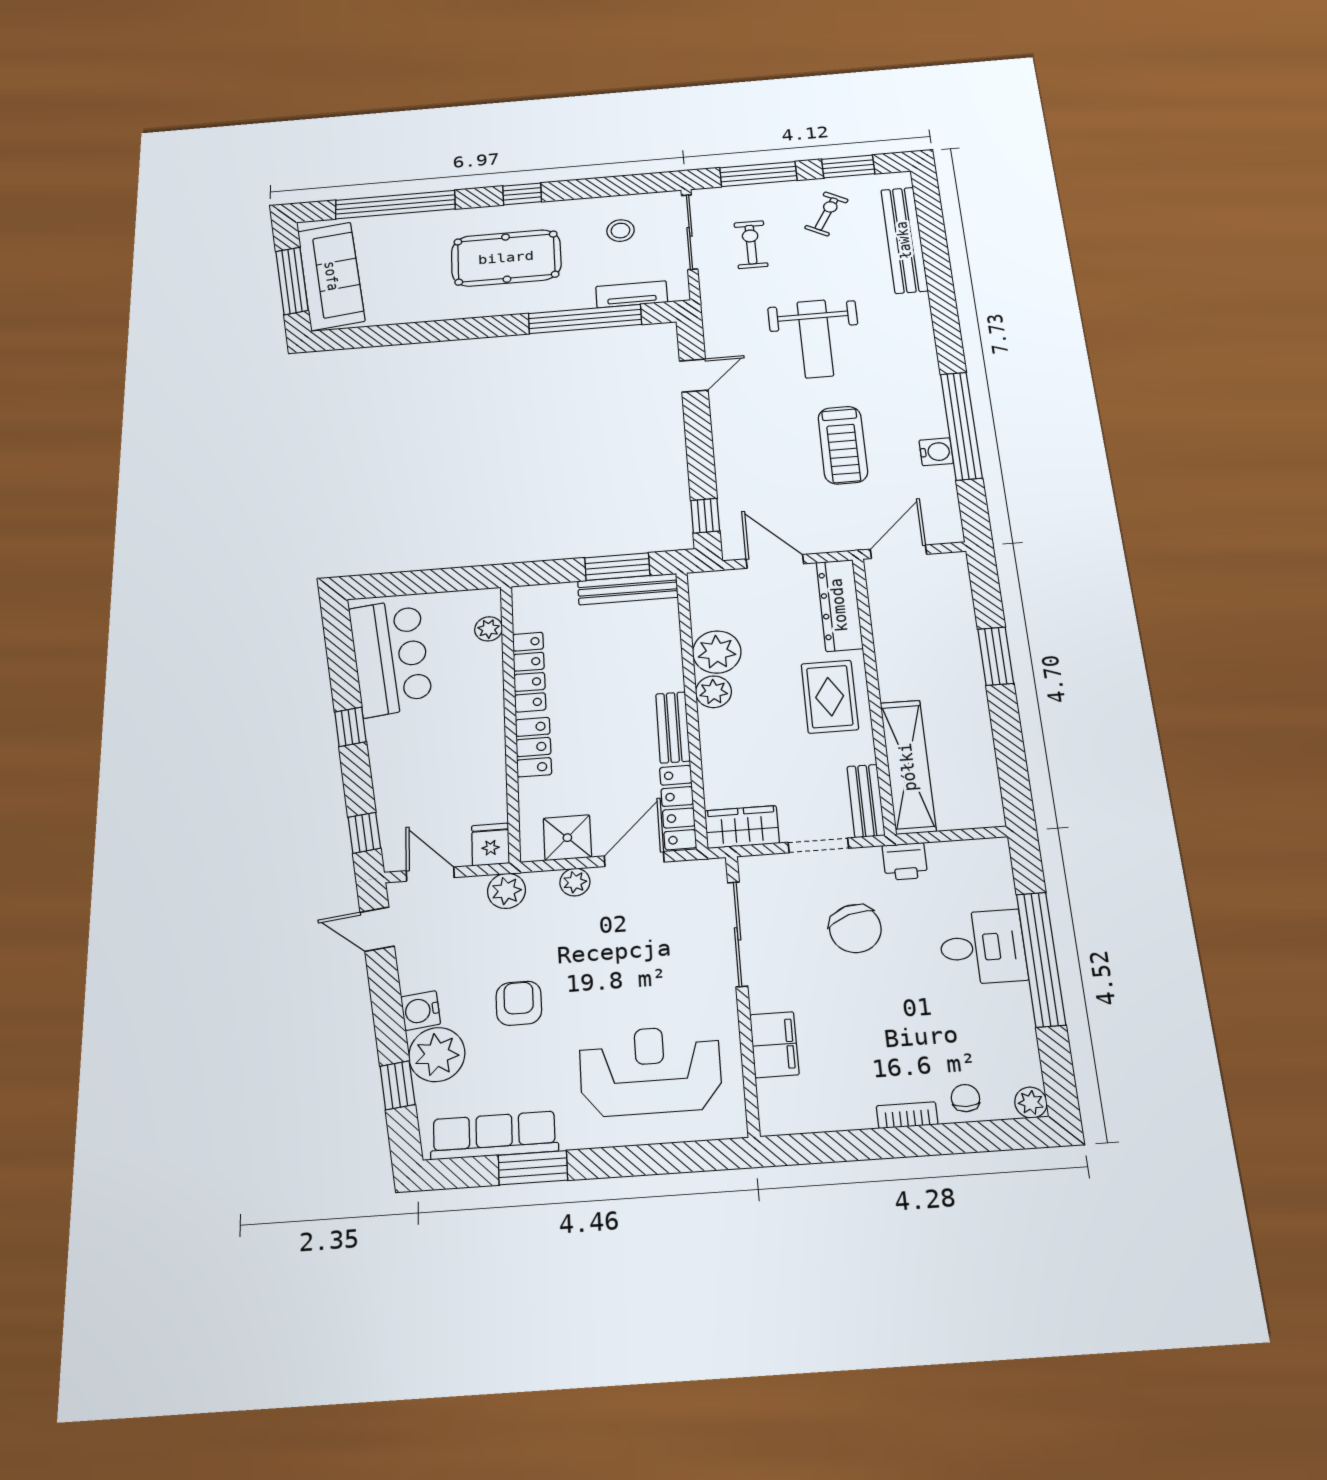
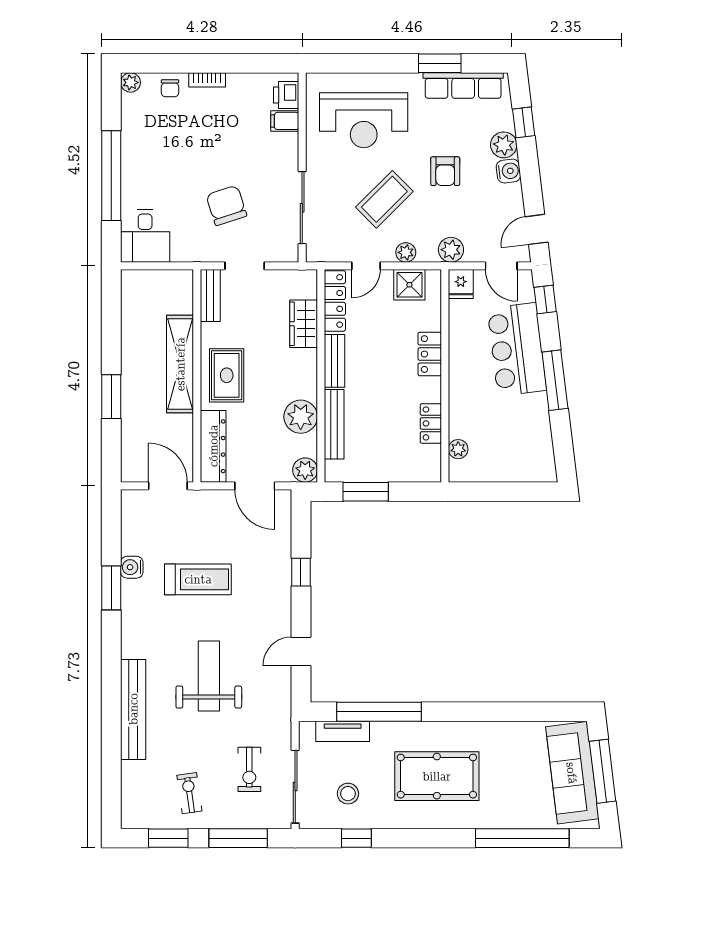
window: (522, 194) -> (356, 838), moved
exercise bike: (826, 214) -> (189, 793), turned 143
bench: (904, 240) -> (133, 709), moved
window: (961, 426) -> (111, 588), width x0.47
treadmill: (843, 445) -> (198, 579), turned 90
window: (705, 516) -> (301, 572), moved
door: (898, 552) -> (168, 486), swing flipped
bench: (628, 589) -> (334, 424), moved, turned 90
bar counter: (391, 657) -> (517, 349), moved
locker: (529, 672) -> (431, 423), width x0.66
plant: (714, 692) -> (305, 470), moved
window: (350, 727) -> (555, 380), width x2.17
shelving: (908, 767) -> (180, 364), moved
wardrobe: (742, 827) -> (304, 324), moved, turned 90
door: (634, 859) -> (366, 266), width x0.73
printer: (905, 861) -> (286, 95), moved, turned -90
door: (377, 929) -> (537, 229), swing flipped
desk: (983, 947) -> (145, 236), moved, turned -90
coffee table: (611, 955) -> (384, 199), added
filing cabinet: (774, 1045) -> (285, 121), width x0.50
plant: (437, 1055) -> (504, 145), width x0.73, depth x0.73

